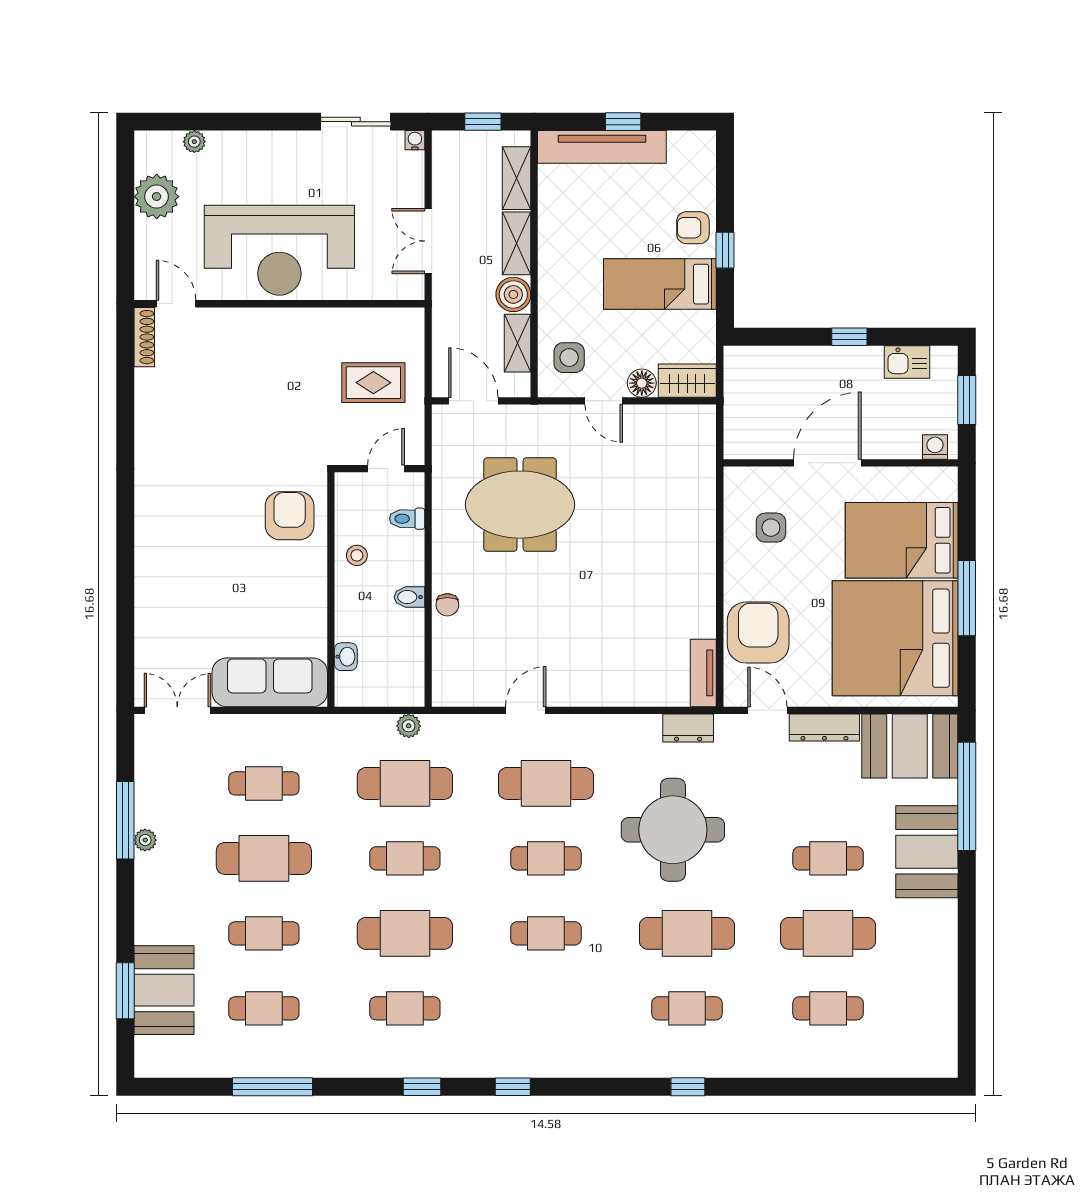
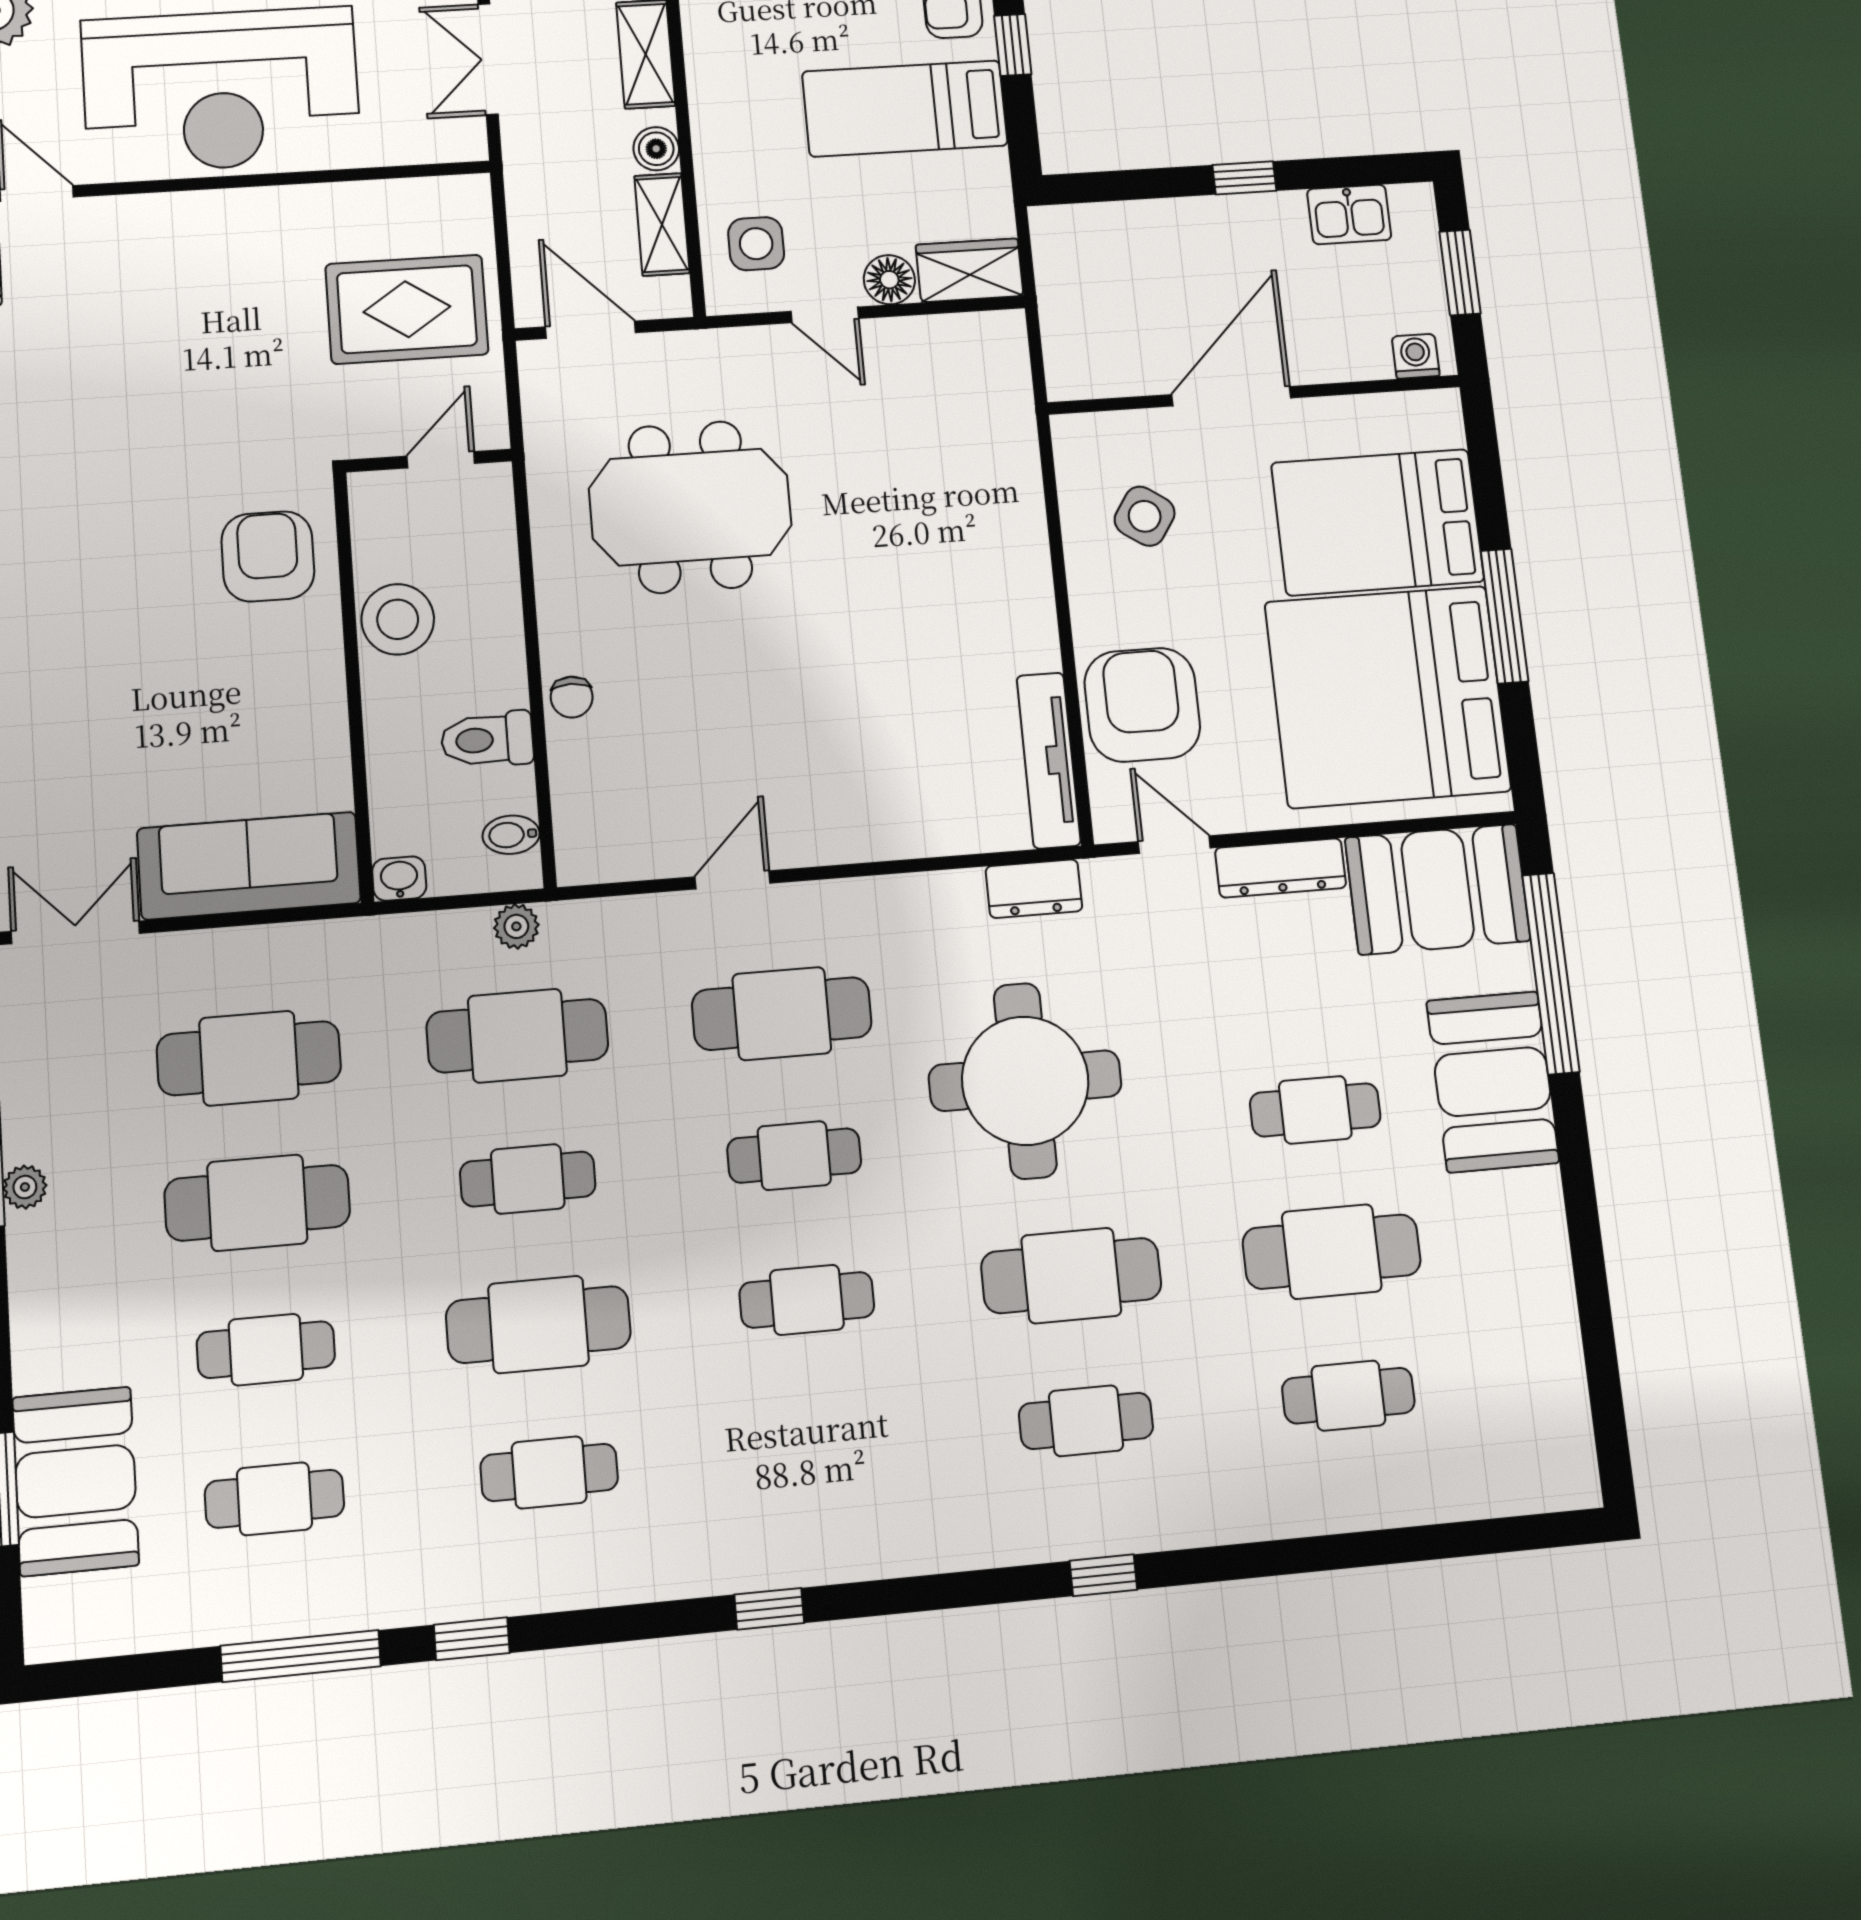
boiler: (513, 294) -> (656, 149), width x0.73, depth x0.73
rug: (373, 383) -> (407, 309), width x1.36, depth x1.43
toilet: (407, 519) -> (487, 740), moved, width x1.37, depth x1.39
side table: (771, 528) -> (1145, 516), turned 34
stool: (357, 555) -> (398, 619), width x1.89, depth x1.89
bidet: (409, 597) -> (511, 835), moved
washbasin: (346, 657) -> (399, 879), moved, turned -90
tv unit: (703, 673) -> (1049, 760), width x1.41
cafe table: (264, 783) -> (249, 1058), width x1.37, depth x1.35
window: (422, 1087) -> (472, 1639), moved

